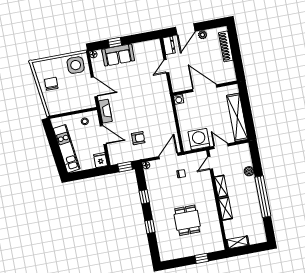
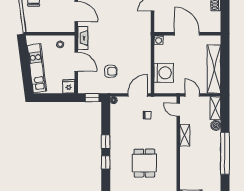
washing machine: (199, 139) -> (164, 73), moved, turned 90
door: (210, 163) -> (178, 110), hinge flipped
window: (144, 197) -> (106, 142), moved
shelving: (225, 209) -> (216, 108), moved

